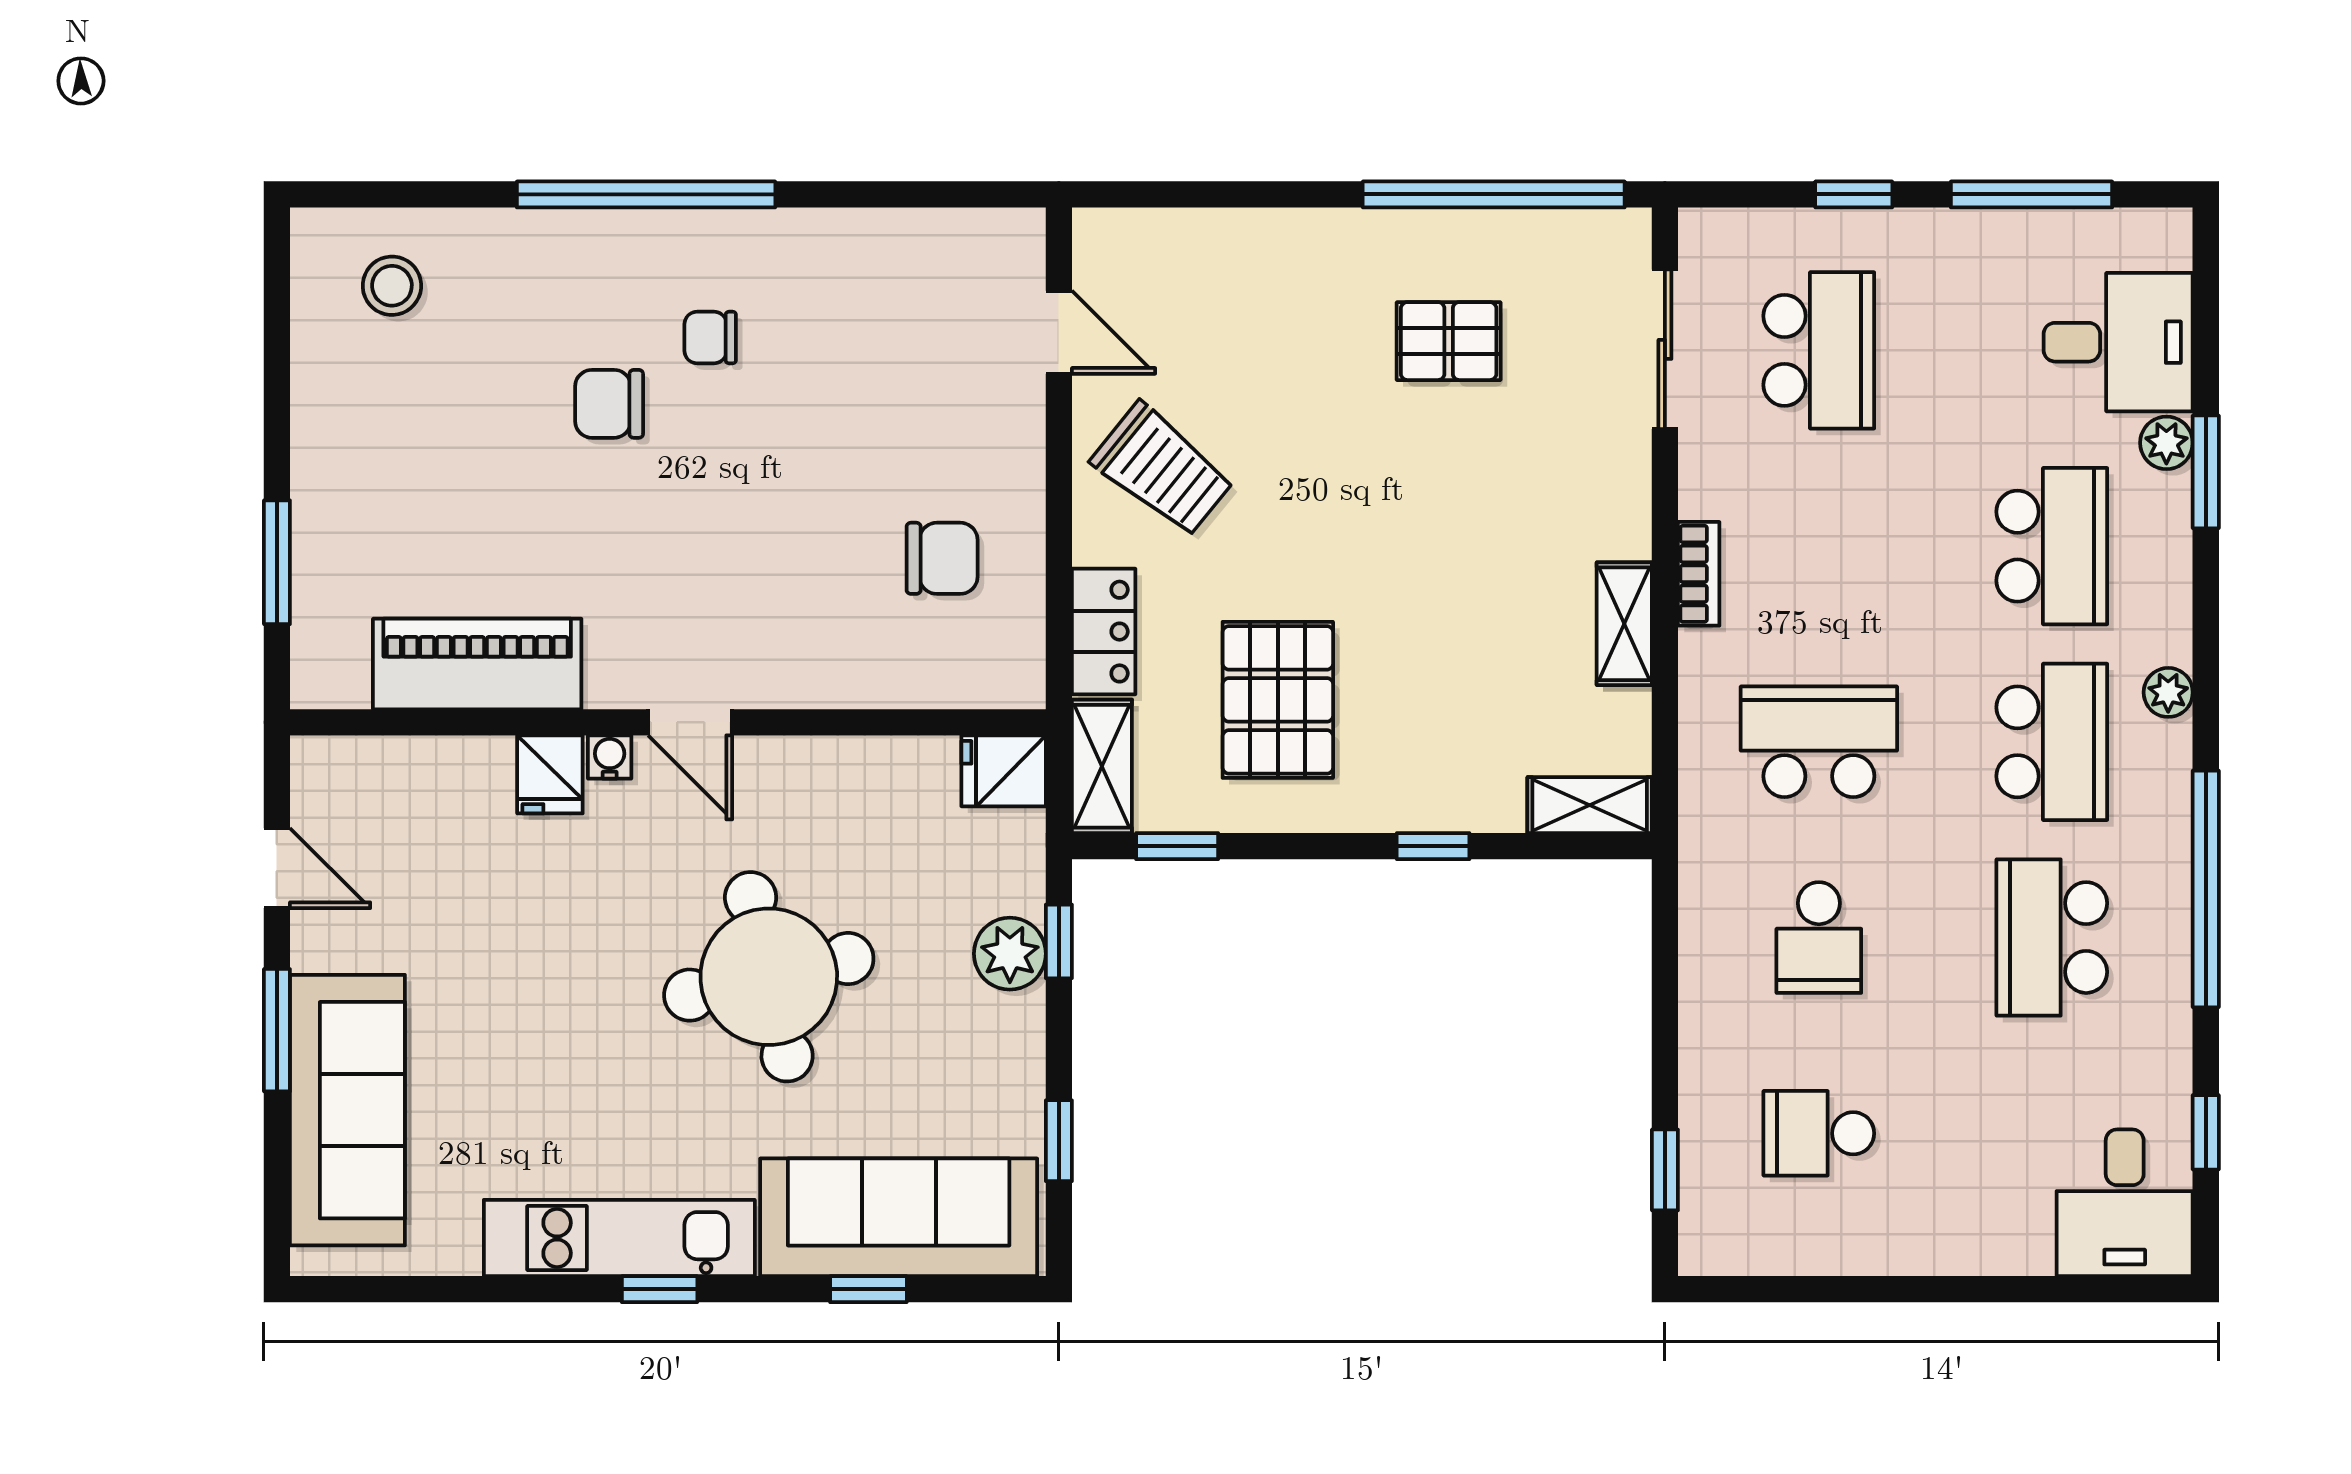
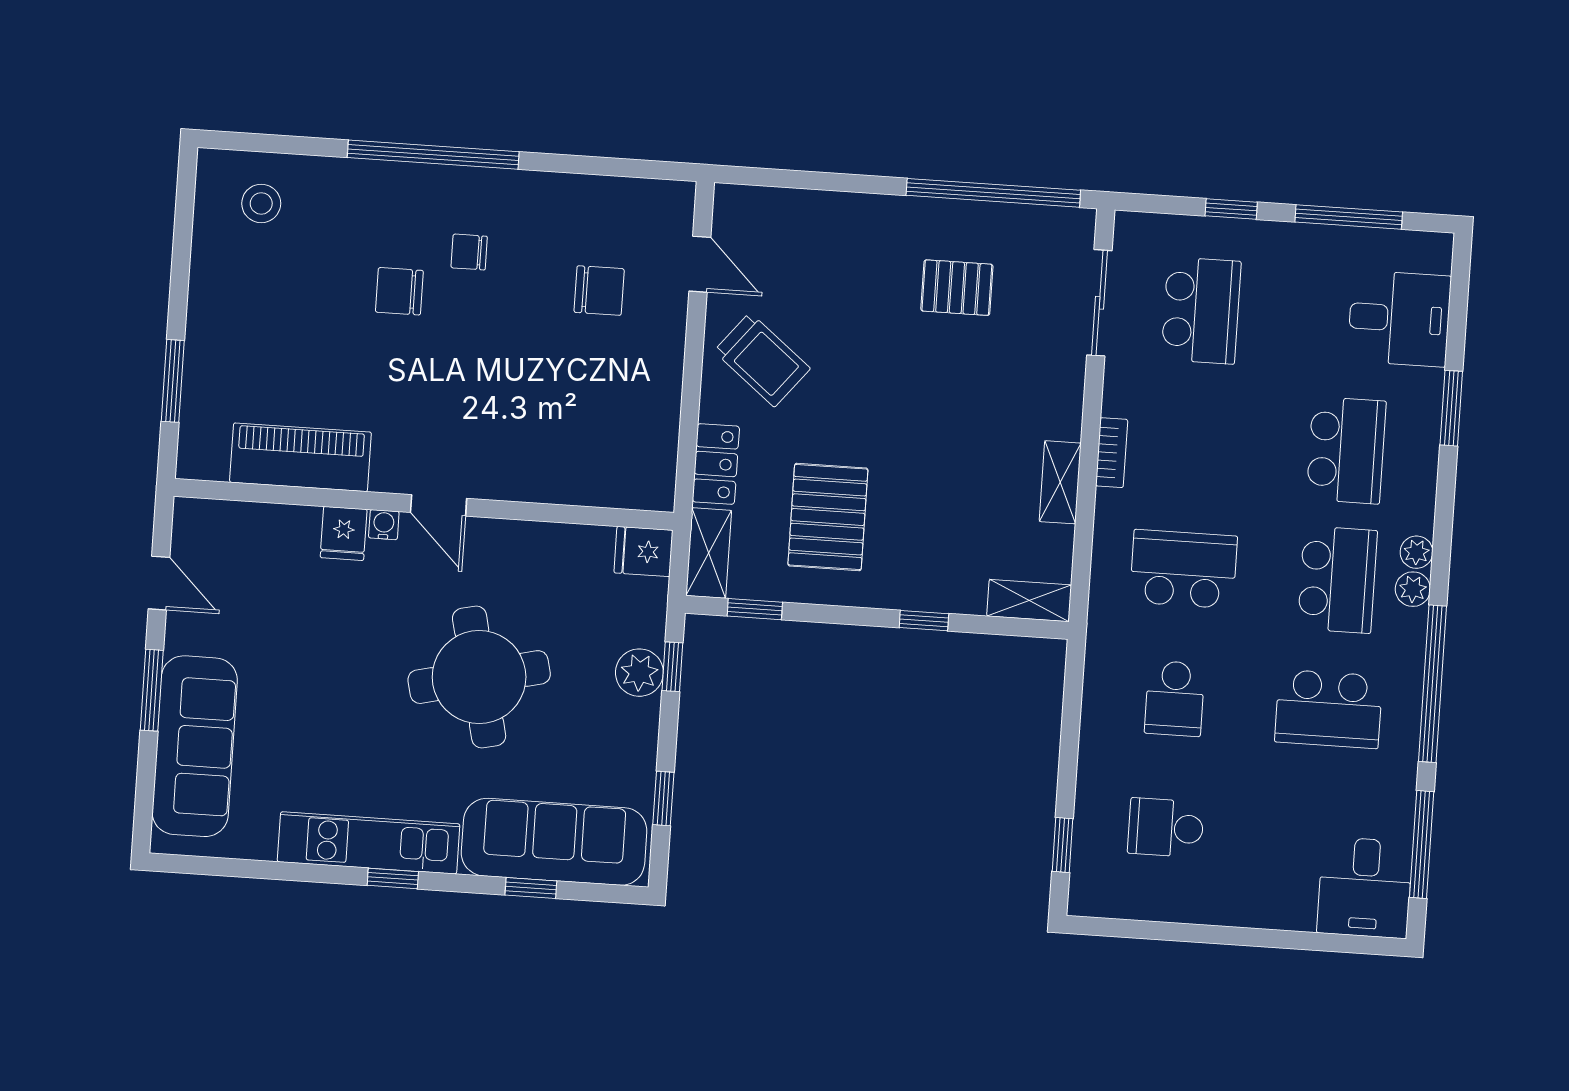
plant: (2166, 443) -> (1413, 589), moved
chair: (942, 558) -> (599, 291), moved
school desk: (2052, 938) -> (1329, 709), turned -90
window: (2206, 1132) -> (1422, 845), width x2.17

